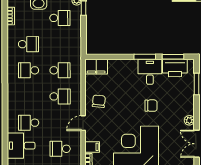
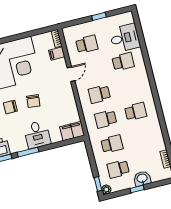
school desk: (28, 44) -> (112, 144), moved, turned 180
desk: (150, 72) -> (37, 135), moved
chair: (99, 101) -> (33, 101), moved

